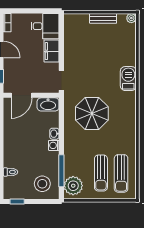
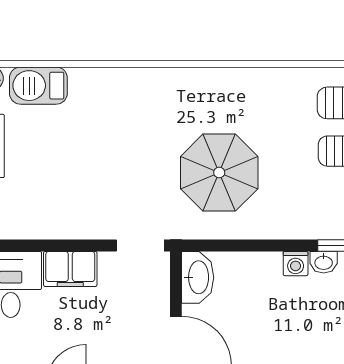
barbecue: (128, 79) -> (38, 86), moved
washbasin: (54, 134) -> (324, 262), moved

